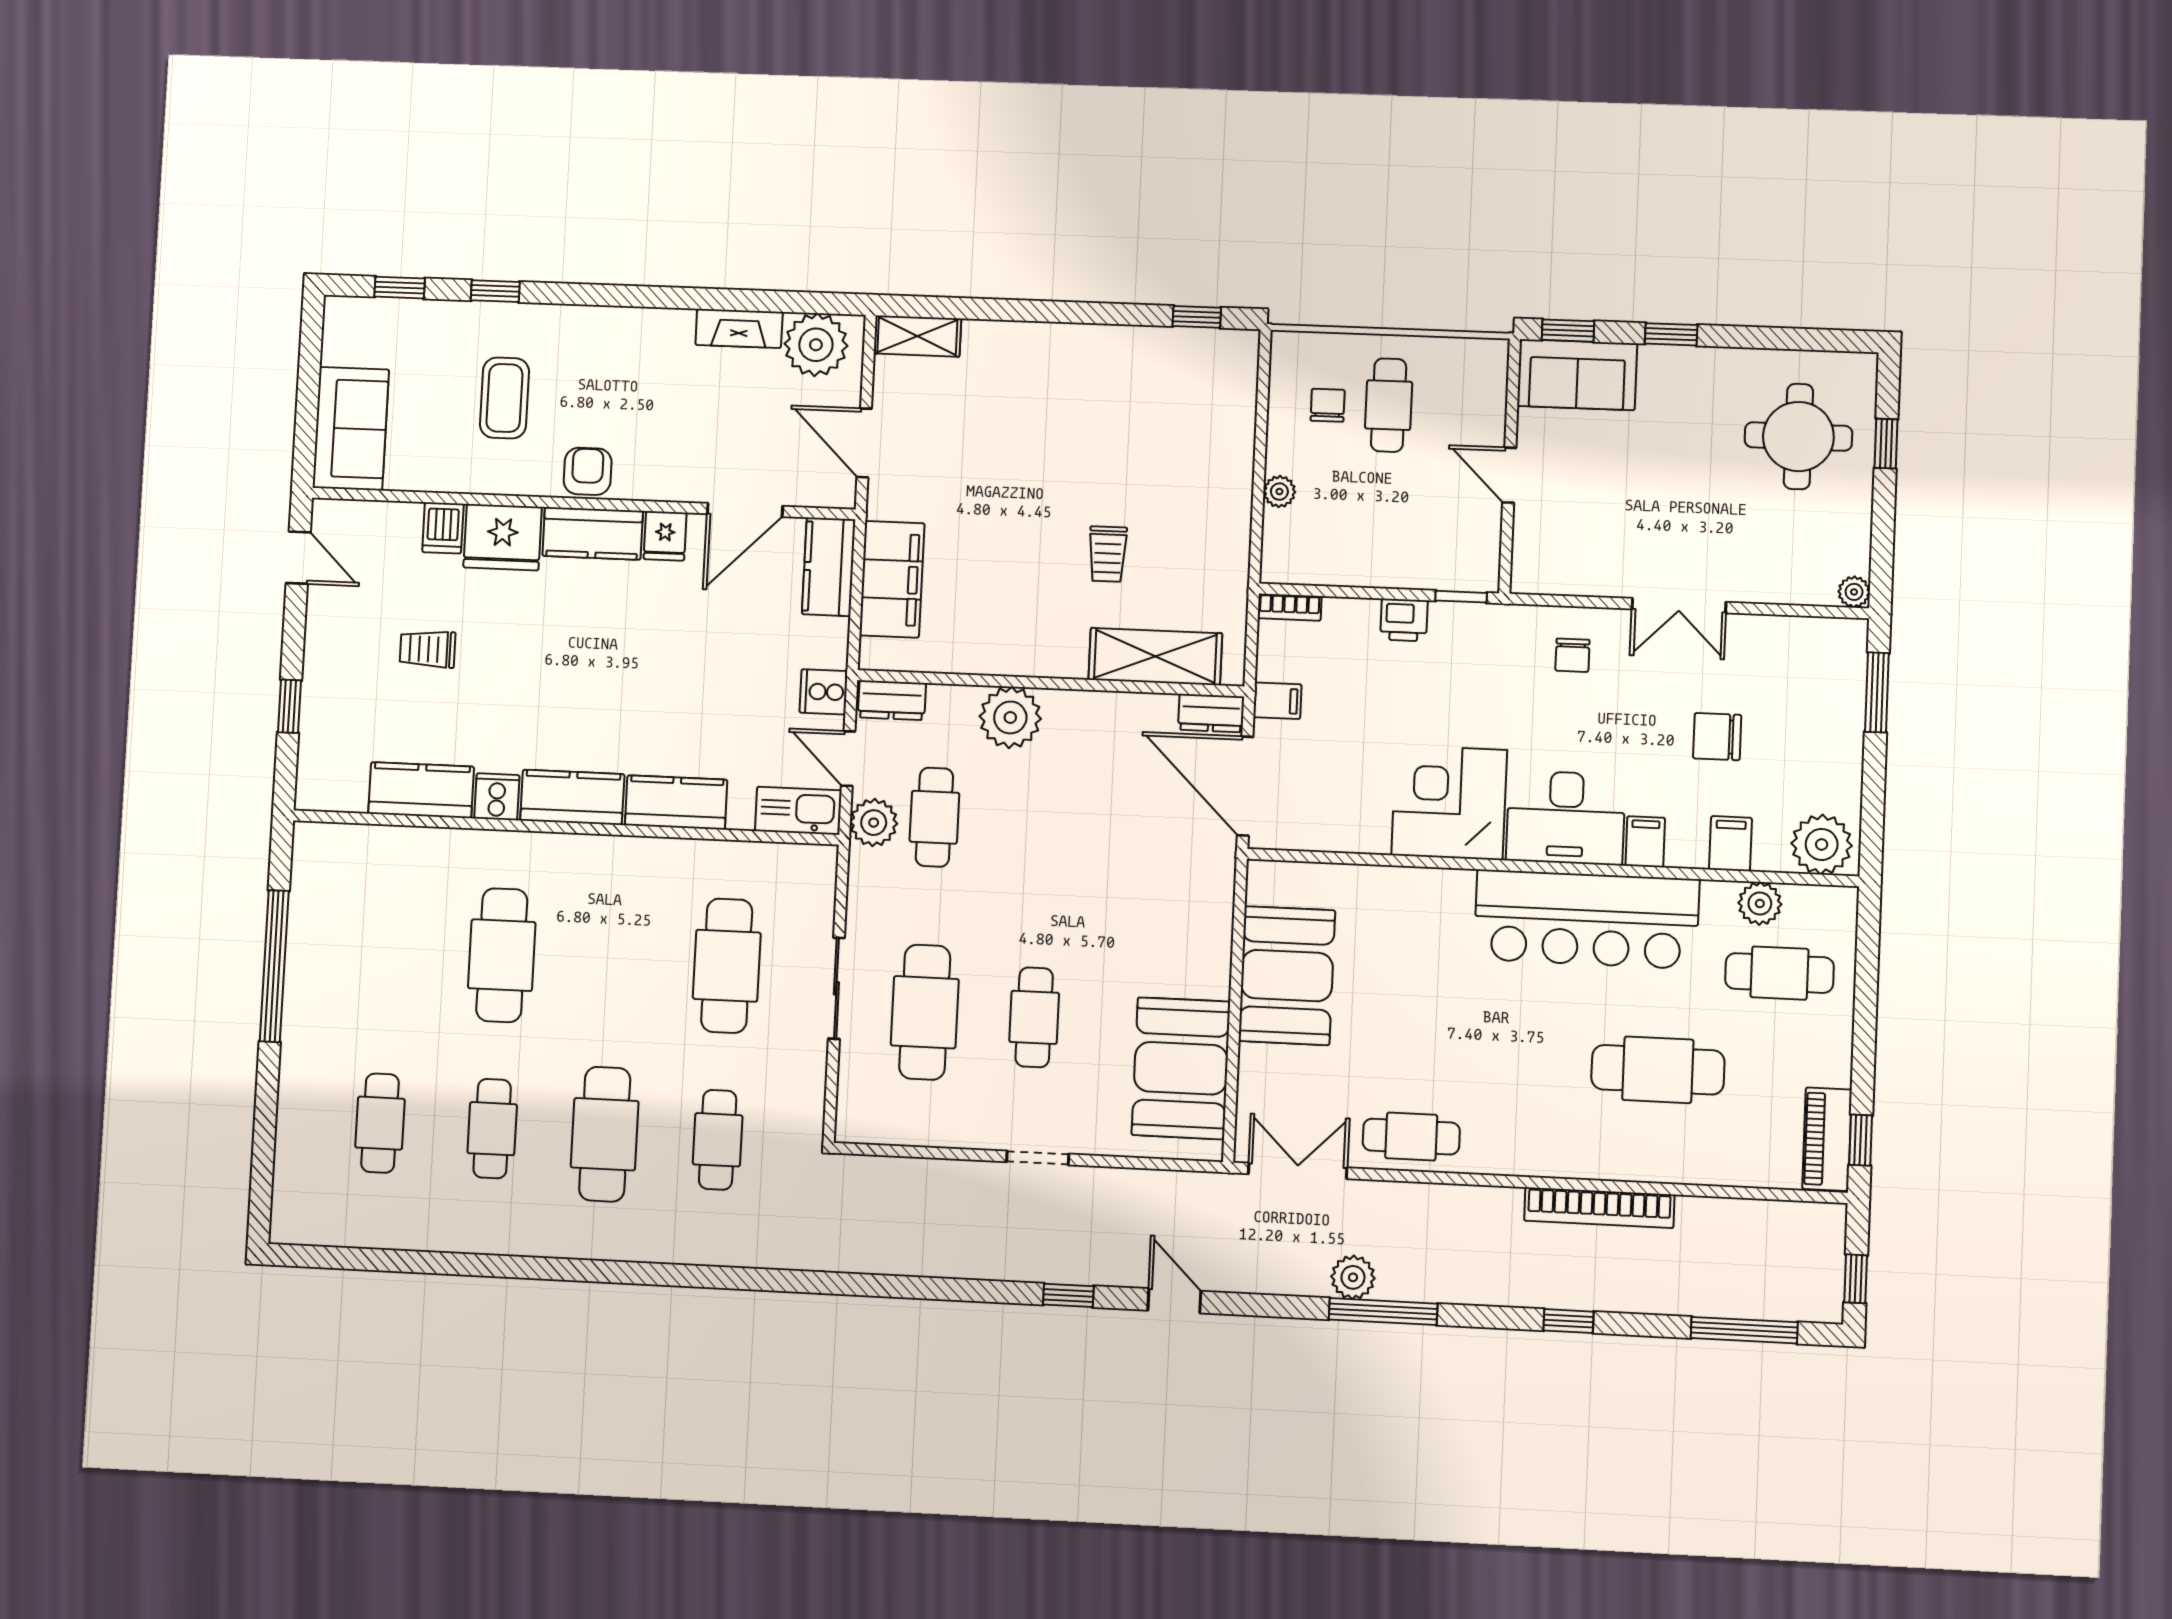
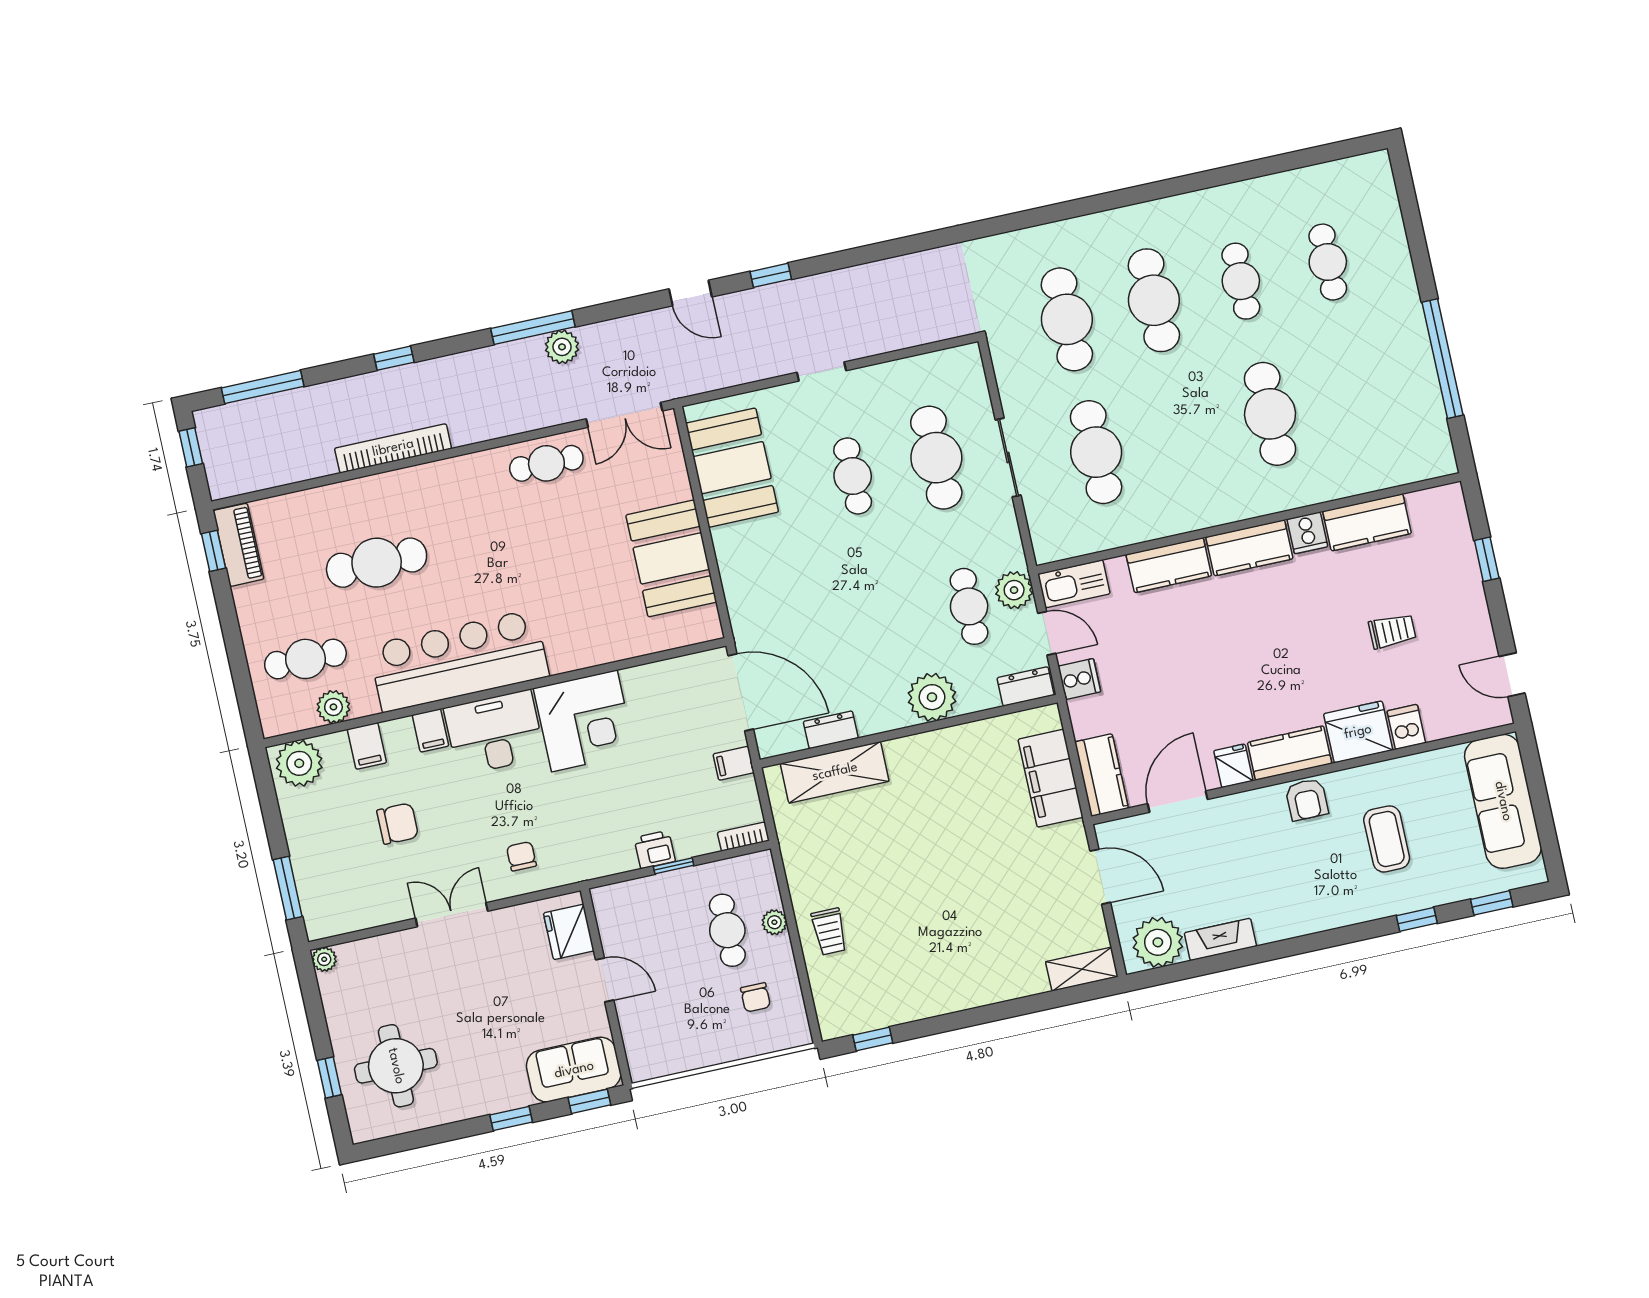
cafe table: (1389, 405) -> (727, 930), moved
sofa: (351, 429) -> (1503, 801), width x1.36
fridge: (1538, 546) -> (569, 932), added
trolley: (1108, 554) -> (829, 932), moved, turned 180
window: (1461, 597) -> (674, 866), moved
dresser: (1211, 713) -> (831, 730), moved
cafe table: (718, 1140) -> (1067, 319), width x1.37, depth x1.35

